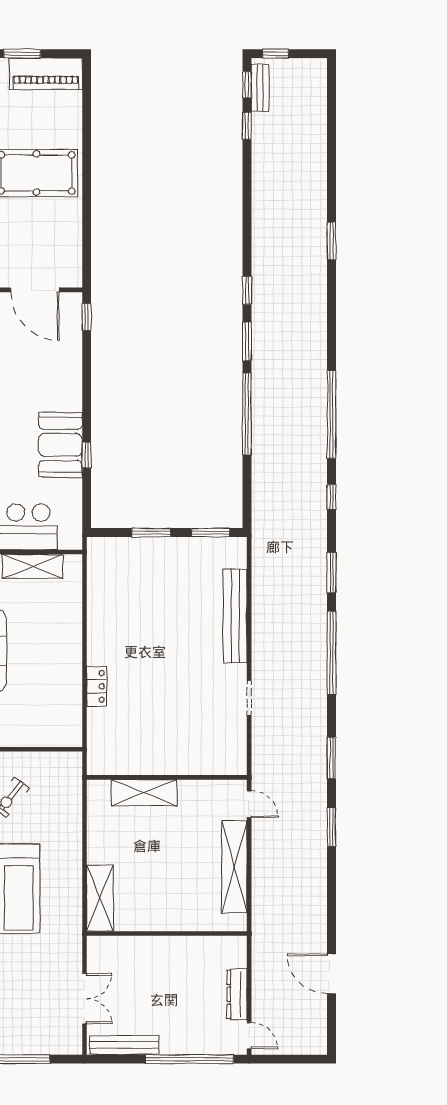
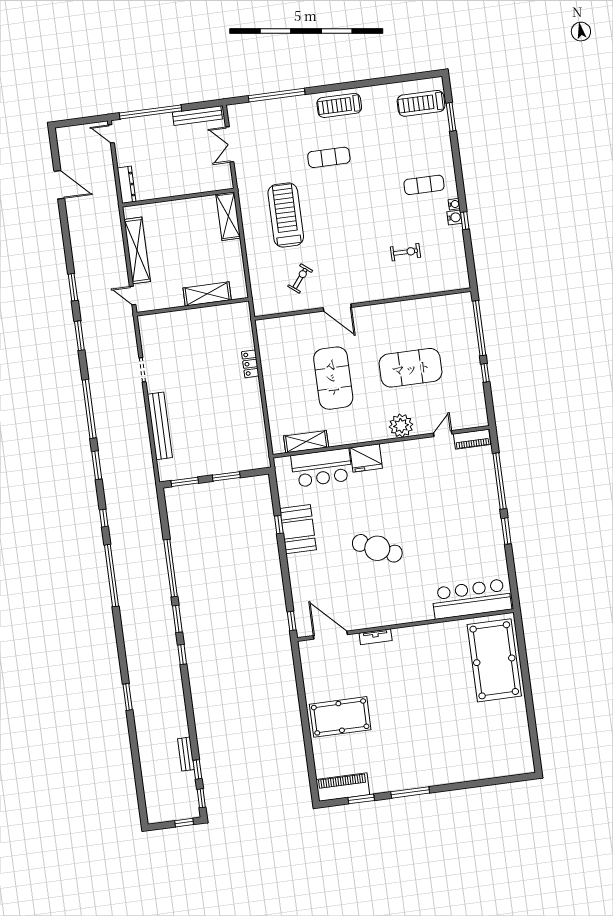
bench: (260, 88) -> (186, 754), moved
dresser: (237, 994) -> (127, 185), moved

